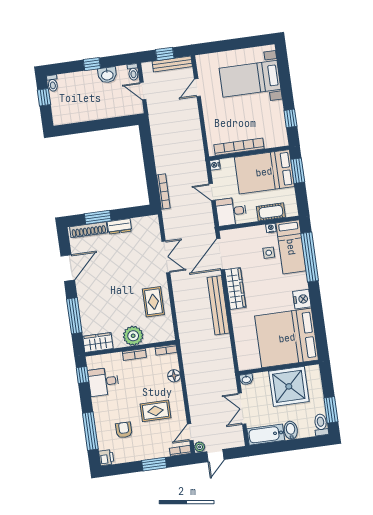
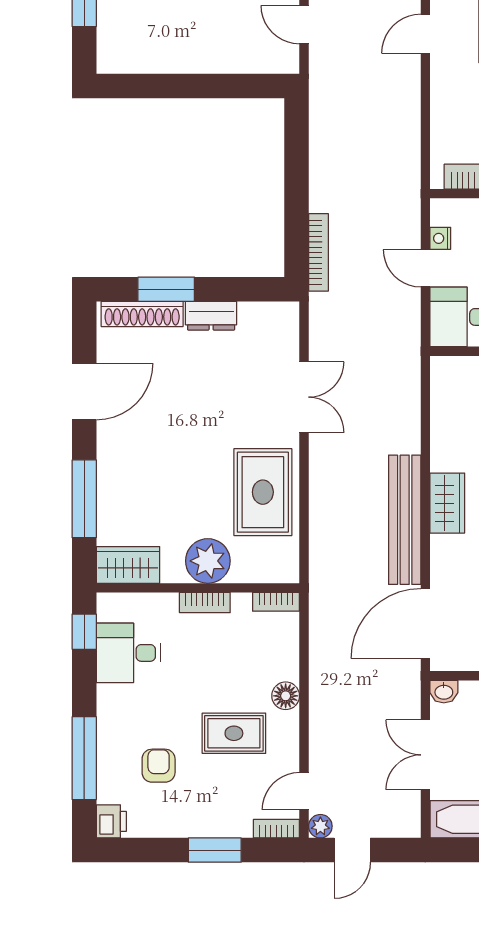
nightstand: (215, 165) -> (440, 238), moved
door: (221, 254) -> (425, 623), moved
wardrobe: (235, 288) -> (447, 503), width x0.67
rug: (153, 302) -> (263, 492), width x1.36, depth x1.43
floor lamp: (174, 376) -> (286, 696), moved

